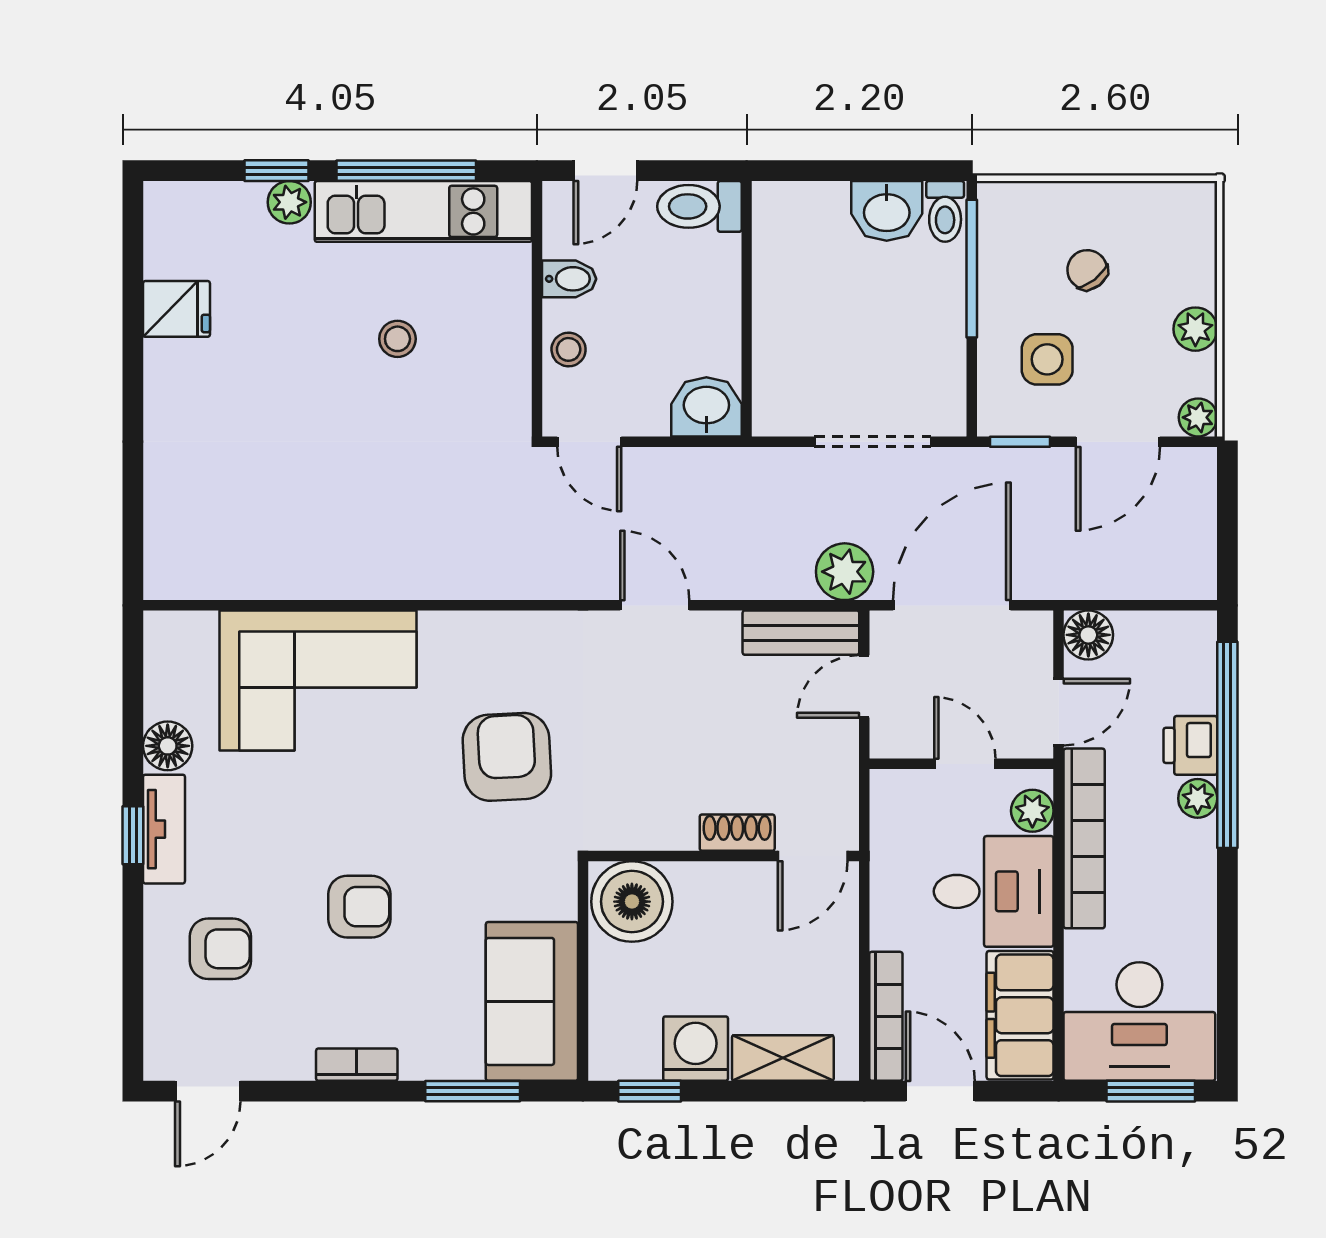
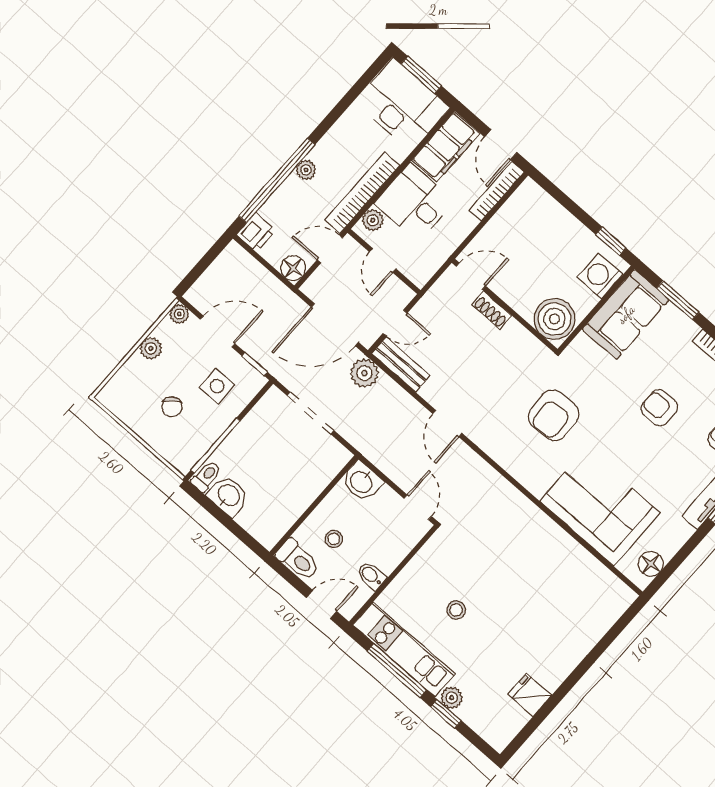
stool: (569, 349) -> (334, 539), moved
printer: (1190, 745) -> (256, 232), moved
floor lamp: (168, 746) -> (651, 564), moved
washing machine: (696, 1049) -> (600, 276), moved, turned 90
shelving: (783, 1058) -> (549, 210), removed

